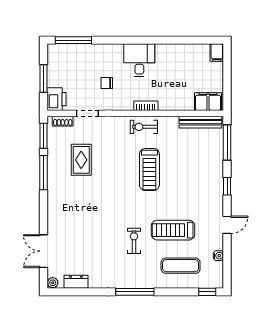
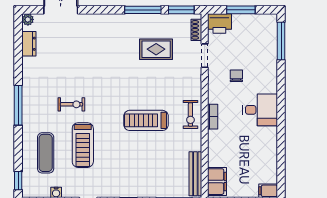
exercise bike: (144, 127) -> (190, 115), turned 180
treadmill: (173, 230) -> (83, 145), turned 180

